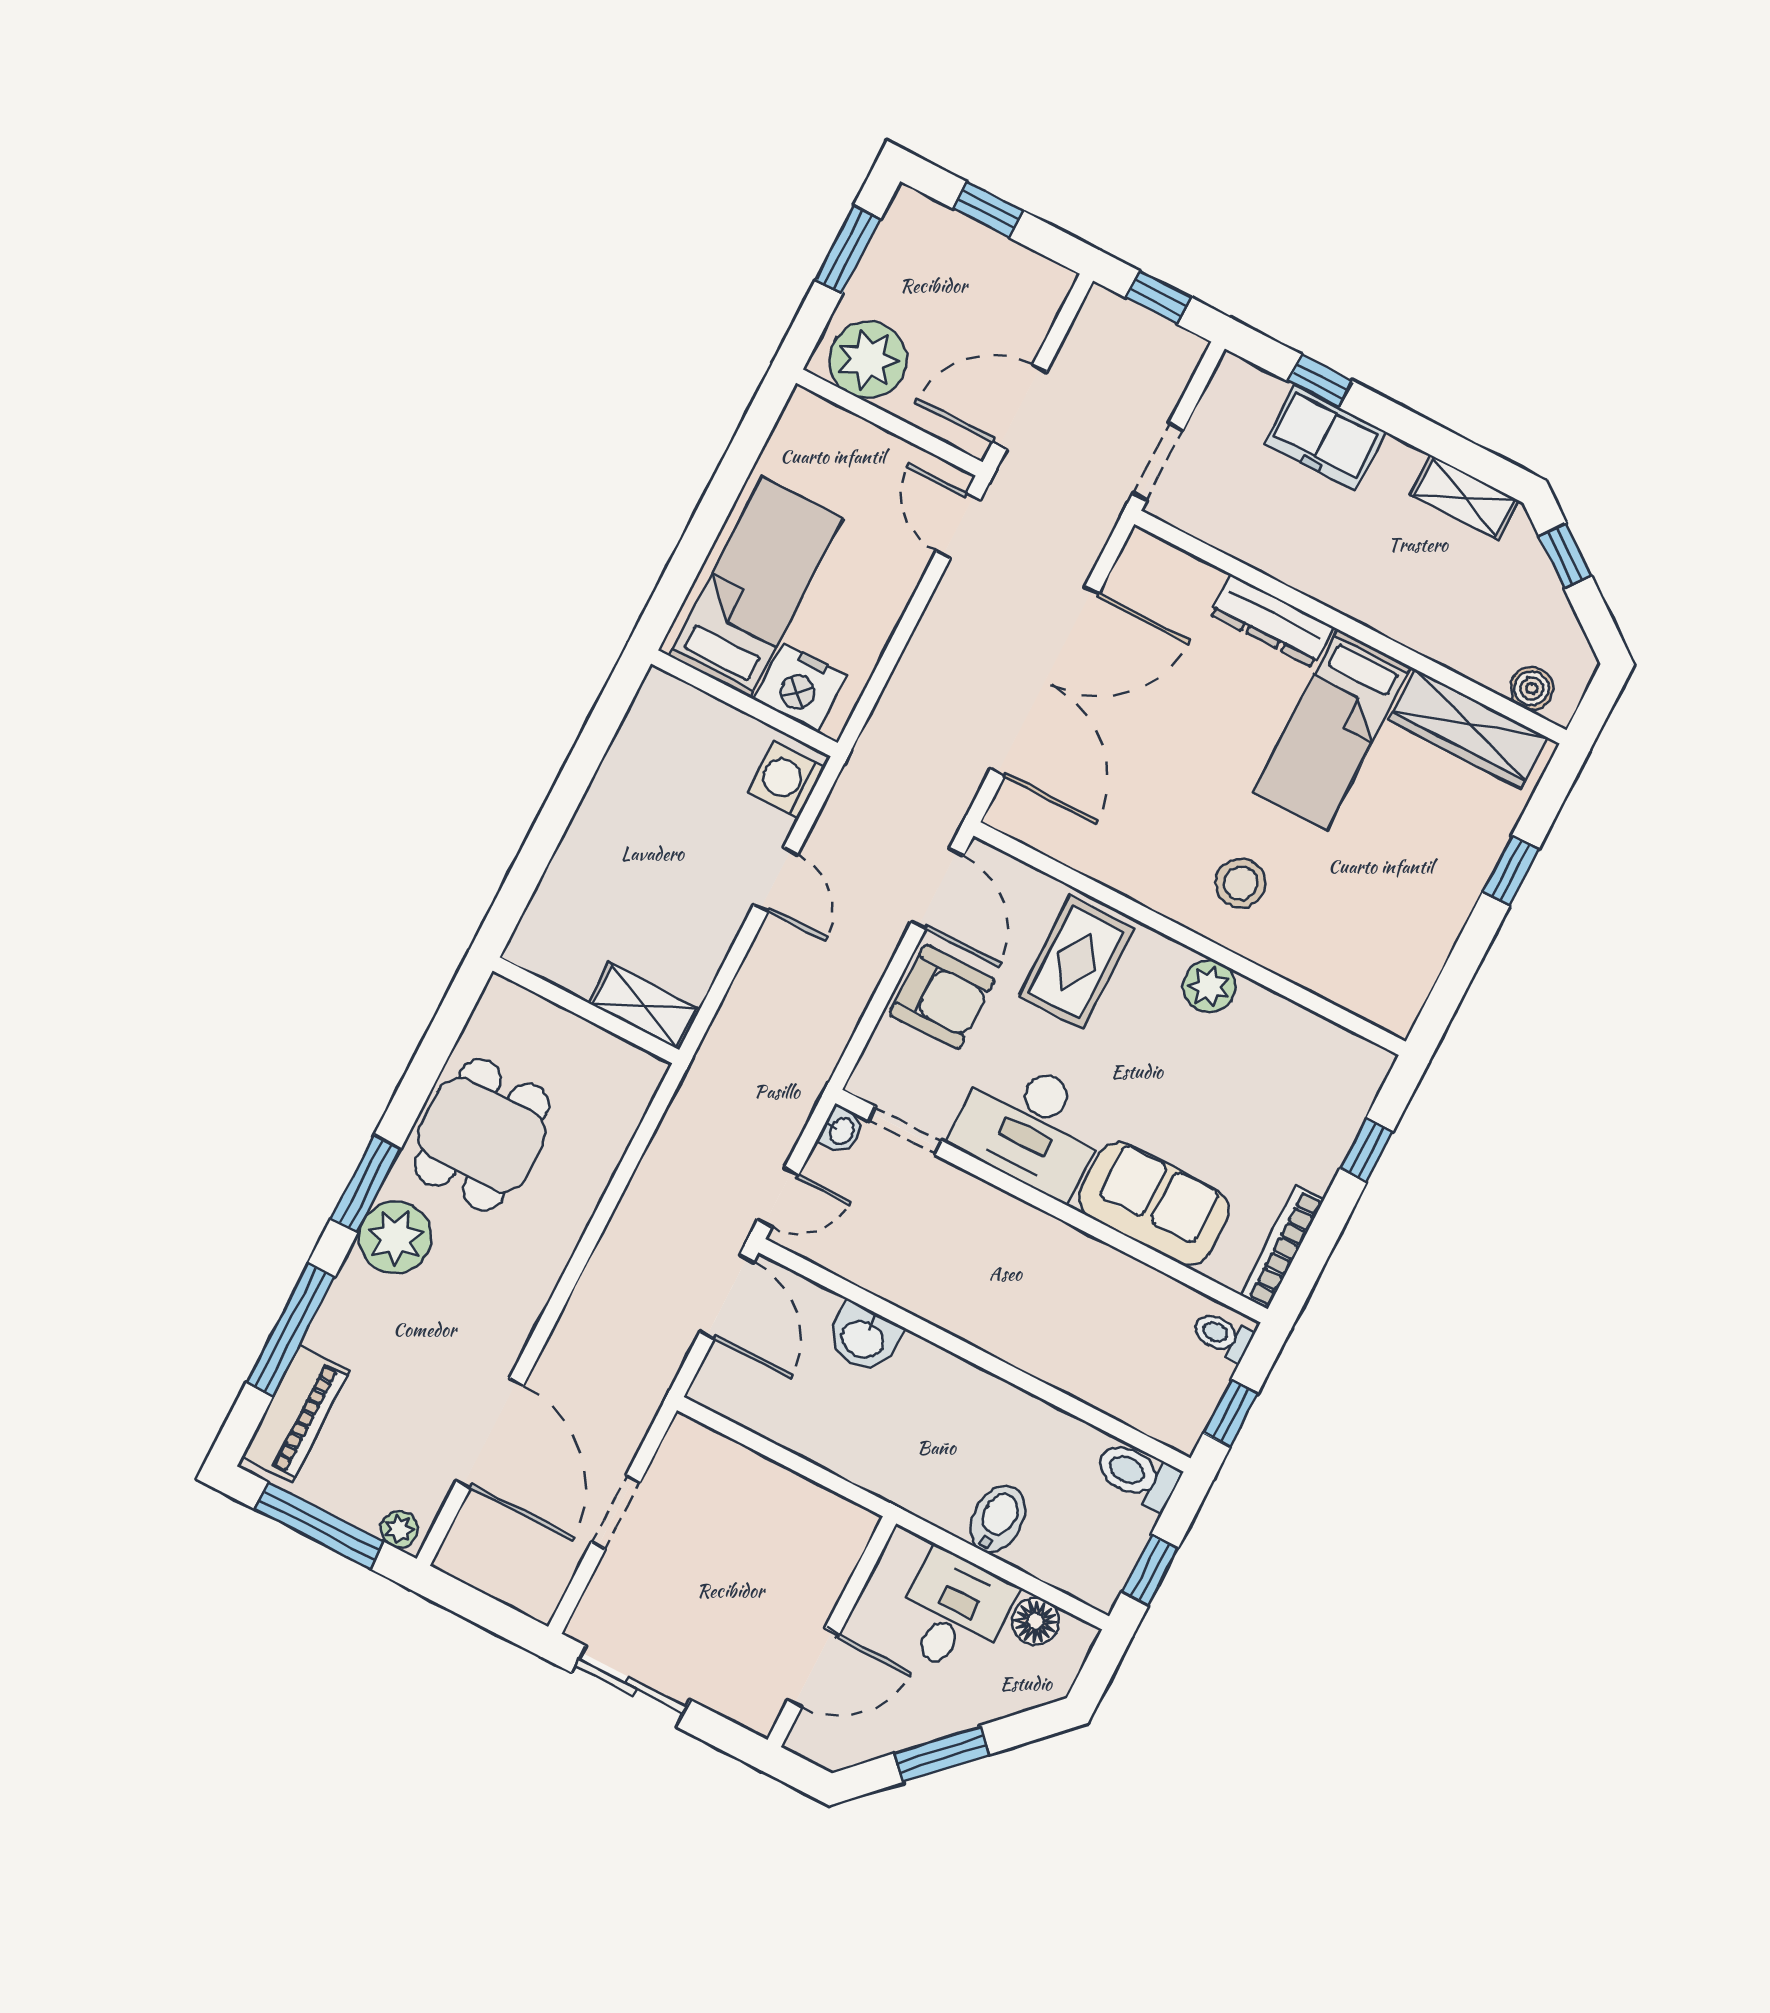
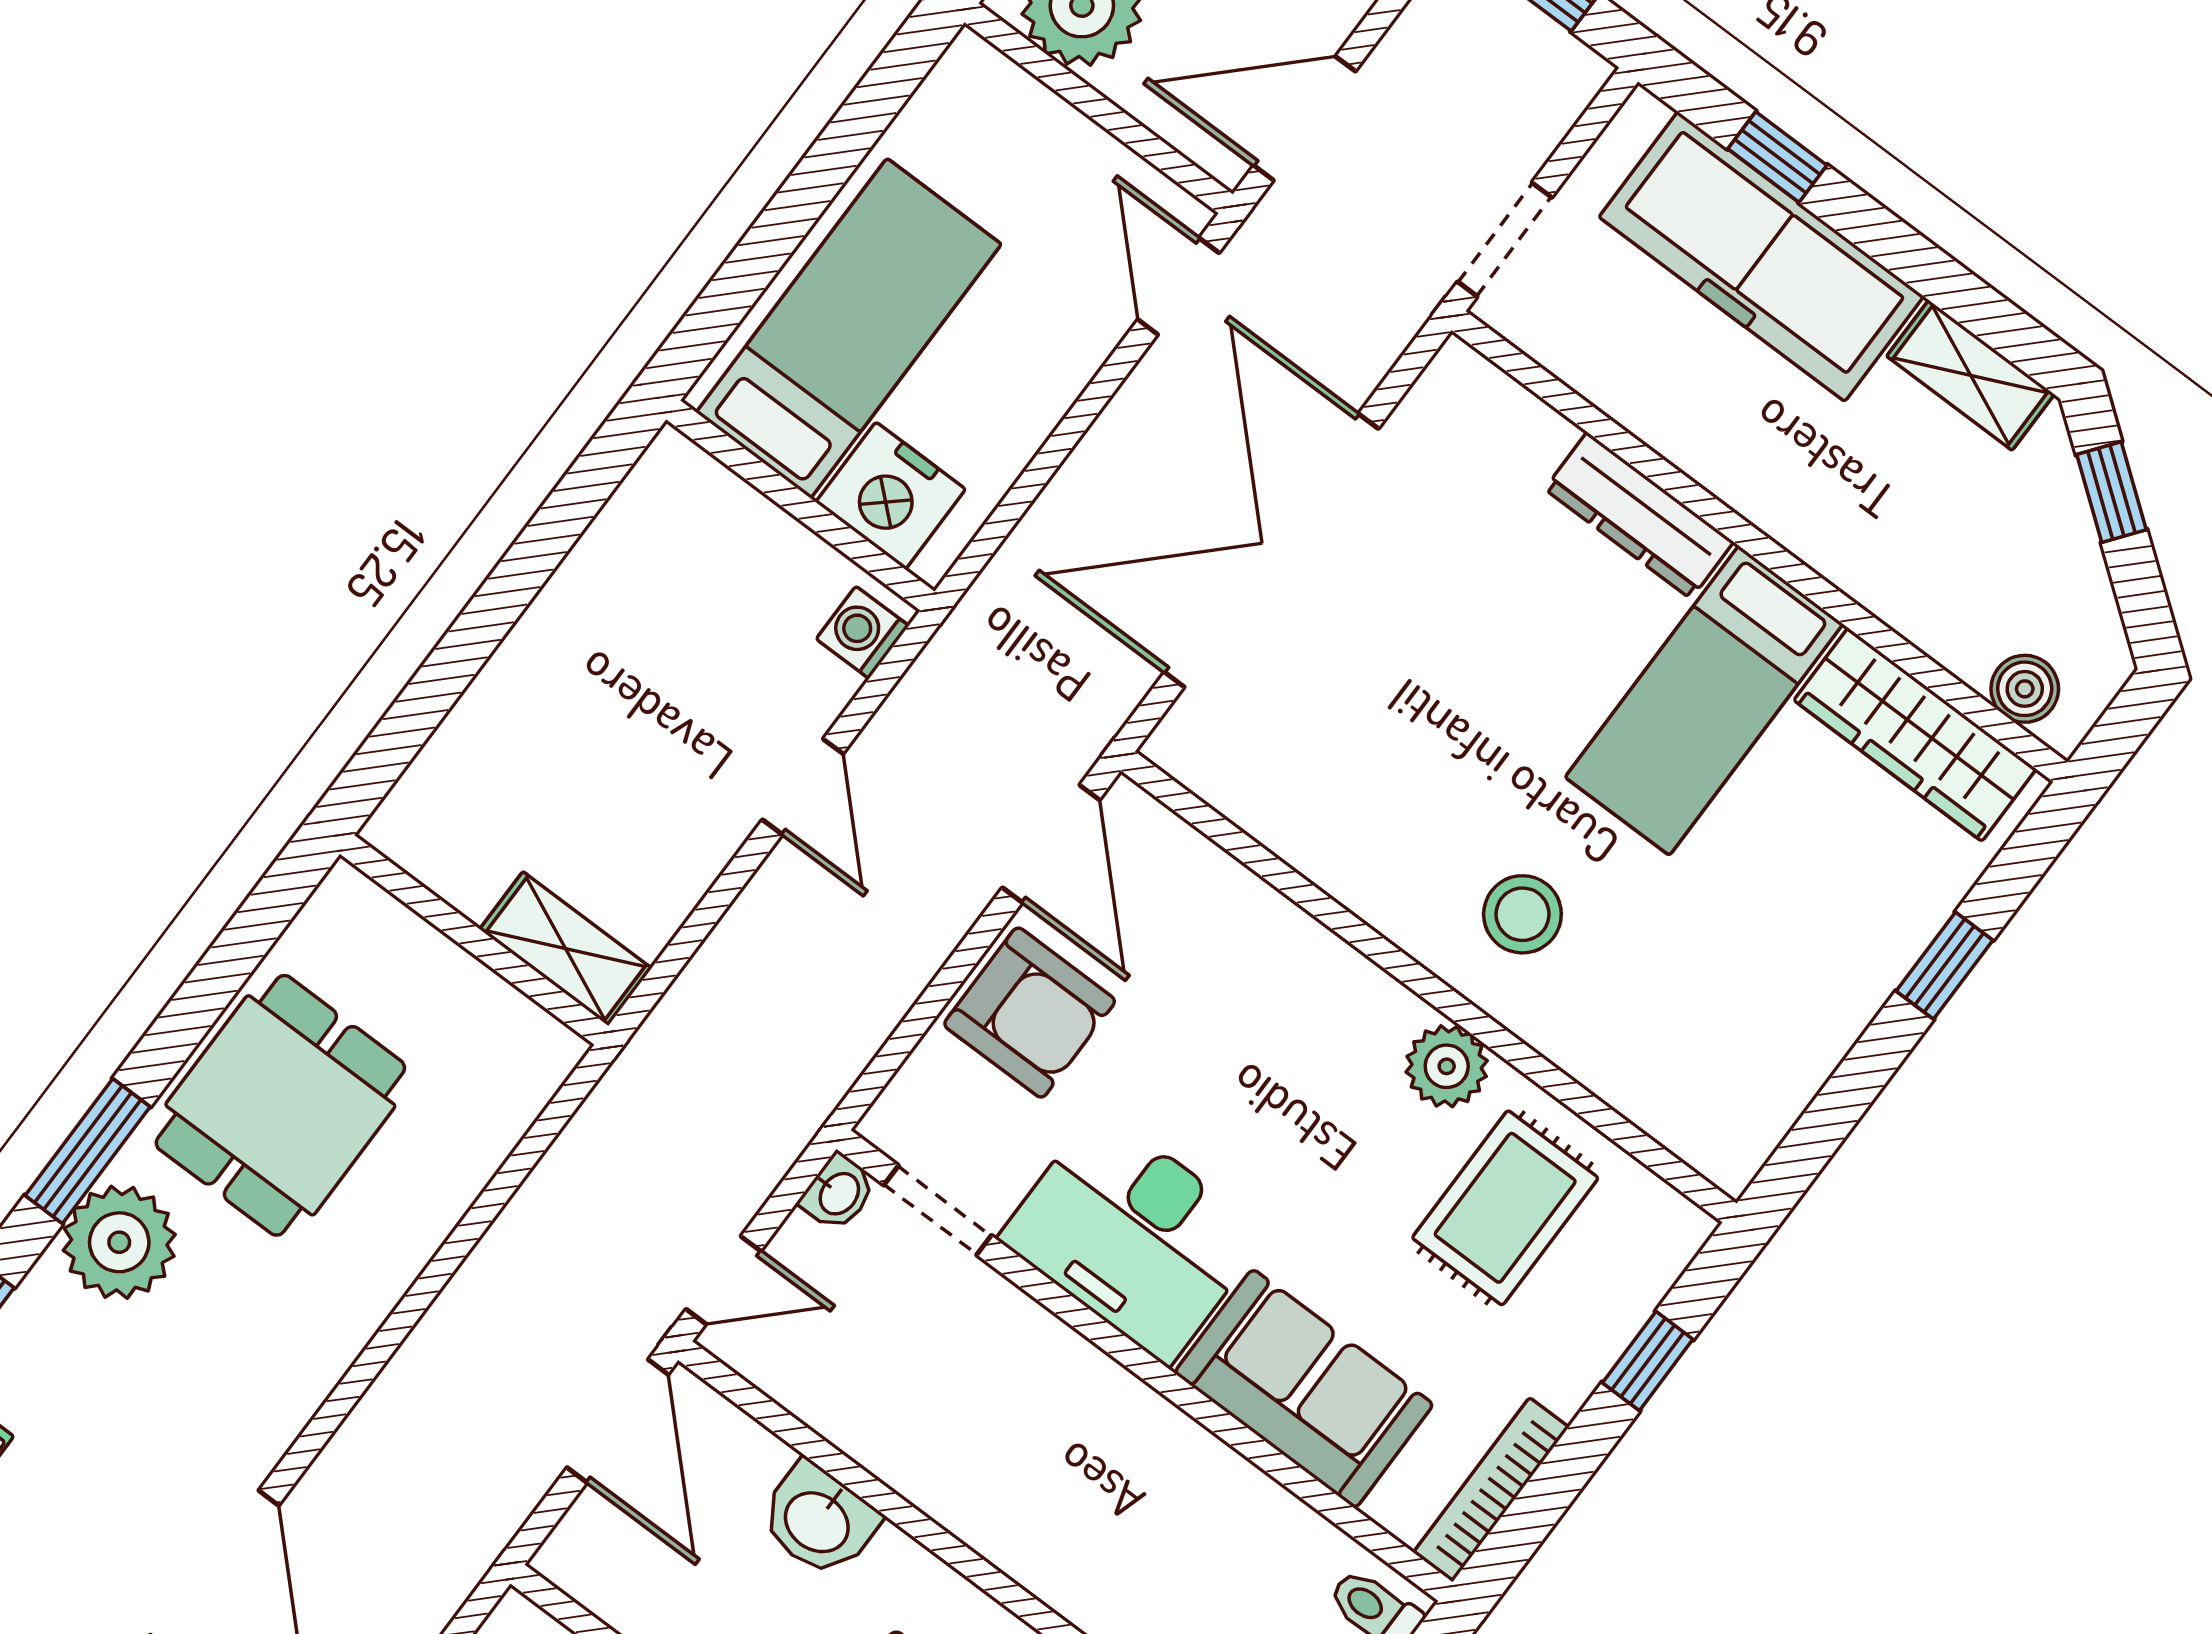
freezer: (1325, 438) -> (1761, 257), width x1.91, depth x1.26
double door: (1045, 681) -> (1271, 550), swing flipped
washing machine: (786, 780) -> (863, 632), width x0.73, depth x0.73
rug: (1076, 962) -> (1505, 1208), moved

